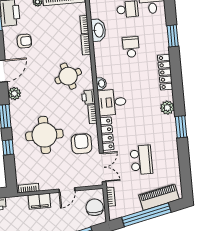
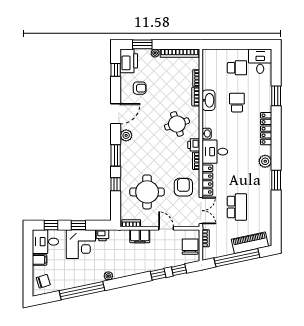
washbasin: (98, 30) -> (209, 100), moved
round table: (44, 135) -> (147, 192), moved
door: (67, 190) -> (166, 228), swing flipped

